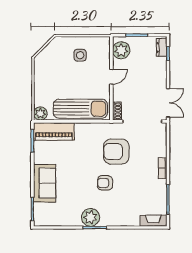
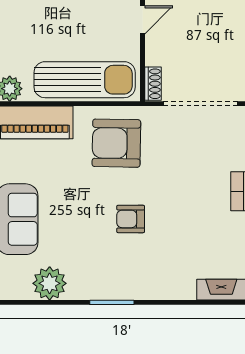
armchair: (116, 152) -> (116, 143), moved
plant: (90, 217) -> (50, 283), moved

